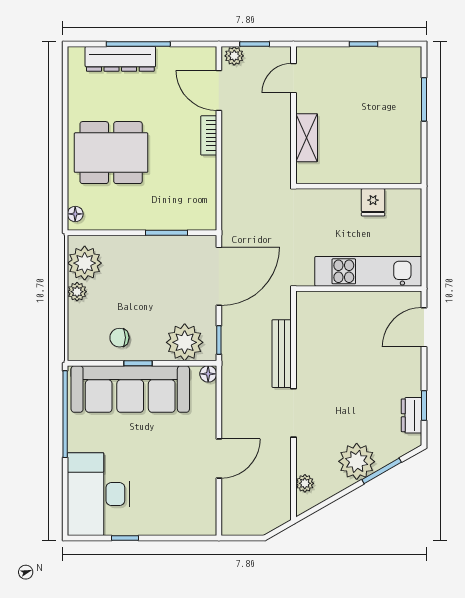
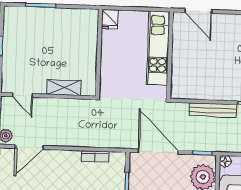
bookcase: (209, 135) -> (95, 156), moved
fridge: (373, 202) -> (110, 19), moved, turned 90

